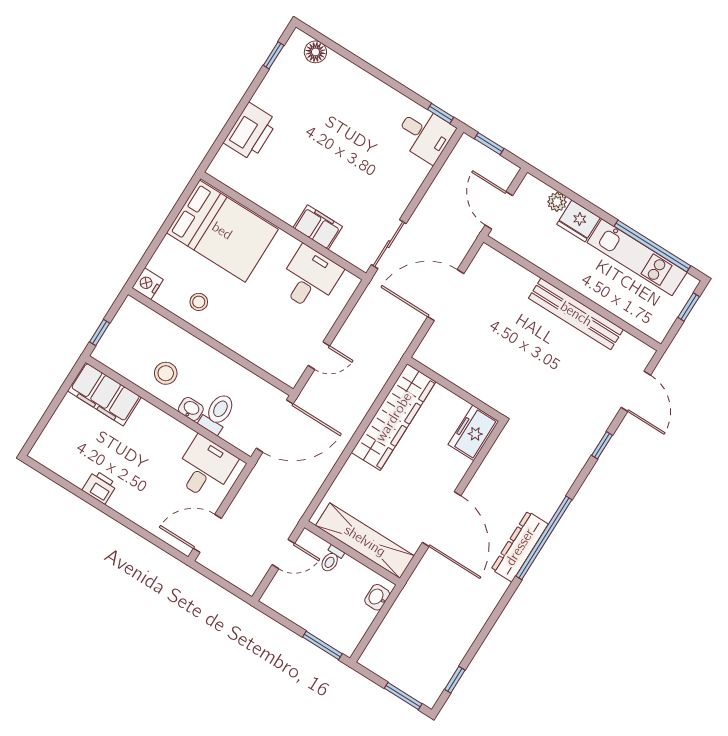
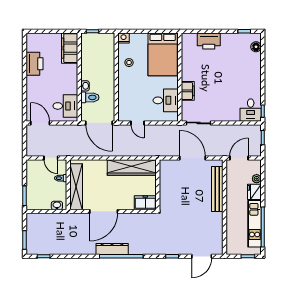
bench: (576, 314) -> (217, 189), moved
stool: (166, 373) -> (93, 67), removed
printer: (100, 487) -> (35, 64), width x1.87, depth x1.48

